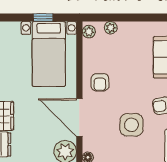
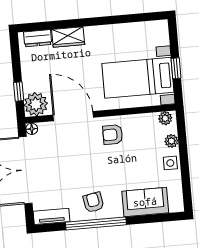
door: (79, 118) -> (73, 116), hinge flipped
side table: (131, 125) -> (170, 163), moved, width x0.54, depth x0.54

